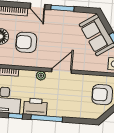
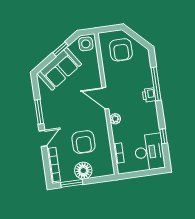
printer: (35, 107) -> (149, 95), moved, width x0.53, depth x0.68
window: (47, 118) -> (156, 84), moved

